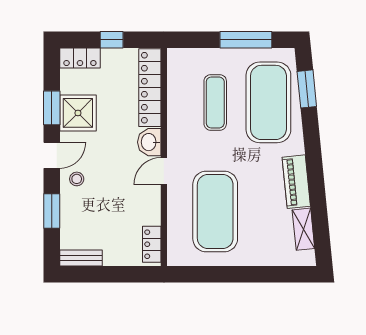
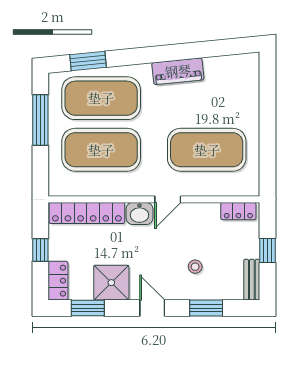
exercise mat: (215, 102) -> (101, 150), width x2.00, depth x1.45
window: (52, 108) -> (88, 308), moved
door: (164, 171) -> (168, 199), hinge flipped
stool: (77, 179) -> (195, 267), moved
shelving: (303, 229) -> (224, 64), removed
window: (111, 274) -> (267, 251), added

